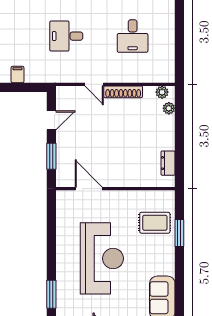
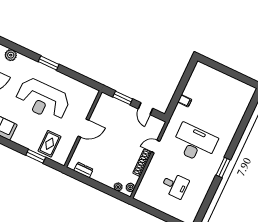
desk: (66, 36) -> (195, 143), width x1.87, depth x1.30
desk: (133, 36) -> (175, 185), turned 180
door: (89, 189) -> (83, 128), moved
window: (51, 294) -> (49, 63), moved

